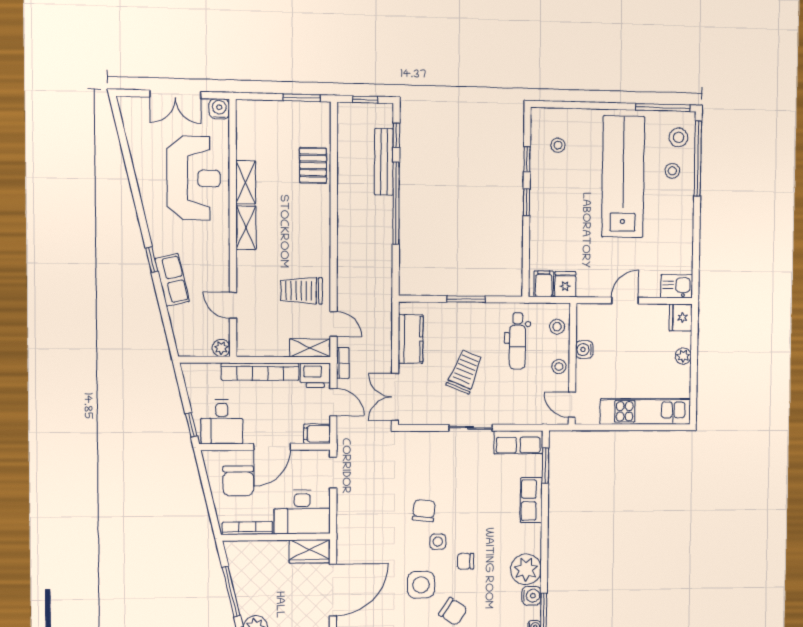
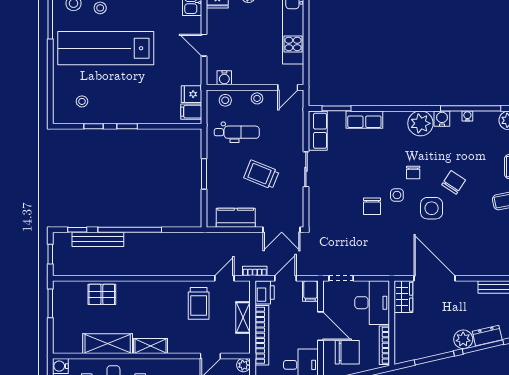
shelving: (246, 182) -> (108, 344), width x1.50, depth x1.33
shelving: (310, 348) -> (243, 318), moved
water cooler: (584, 350) -> (224, 78), moved
chair: (424, 511) -> (372, 206), turned -96

